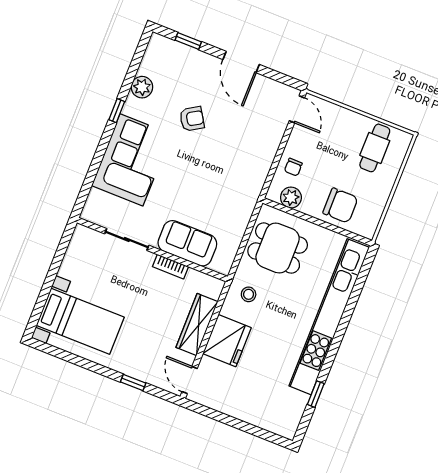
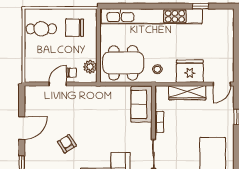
door: (297, 109) -> (58, 84), moved
chair: (340, 205) -> (75, 28), moved, turned -90
sofa: (187, 243) -> (142, 104), moved
dining table: (278, 248) -> (123, 63), width x1.38

